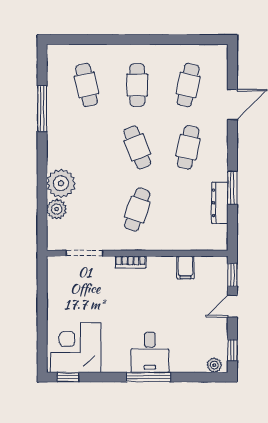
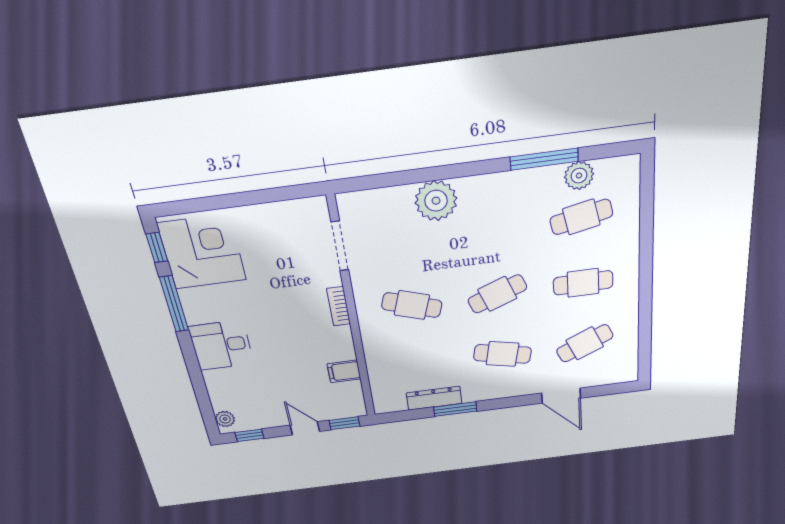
cafe table: (188, 85) -> (585, 343), turned -36
plant: (57, 209) -> (579, 176), moved
window: (149, 377) -> (174, 304), moved

